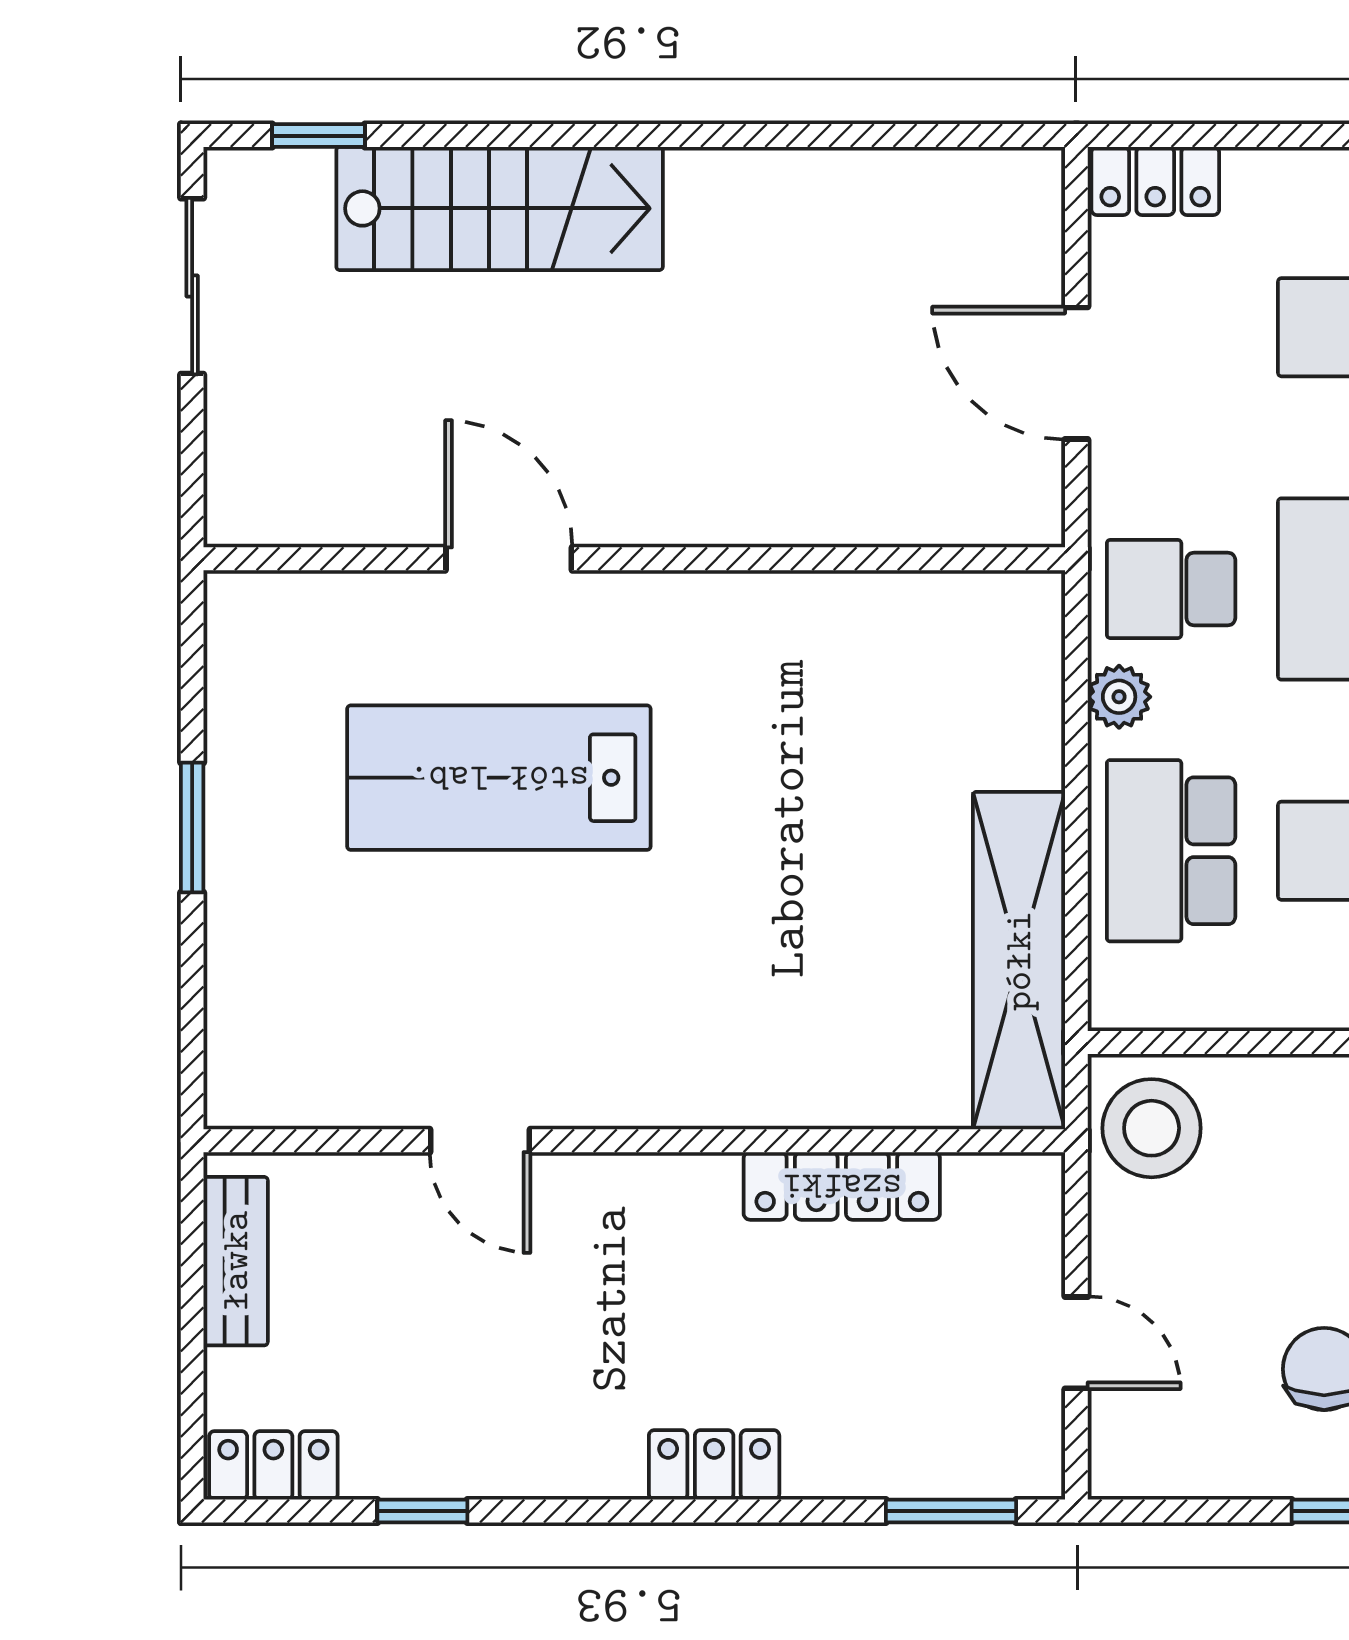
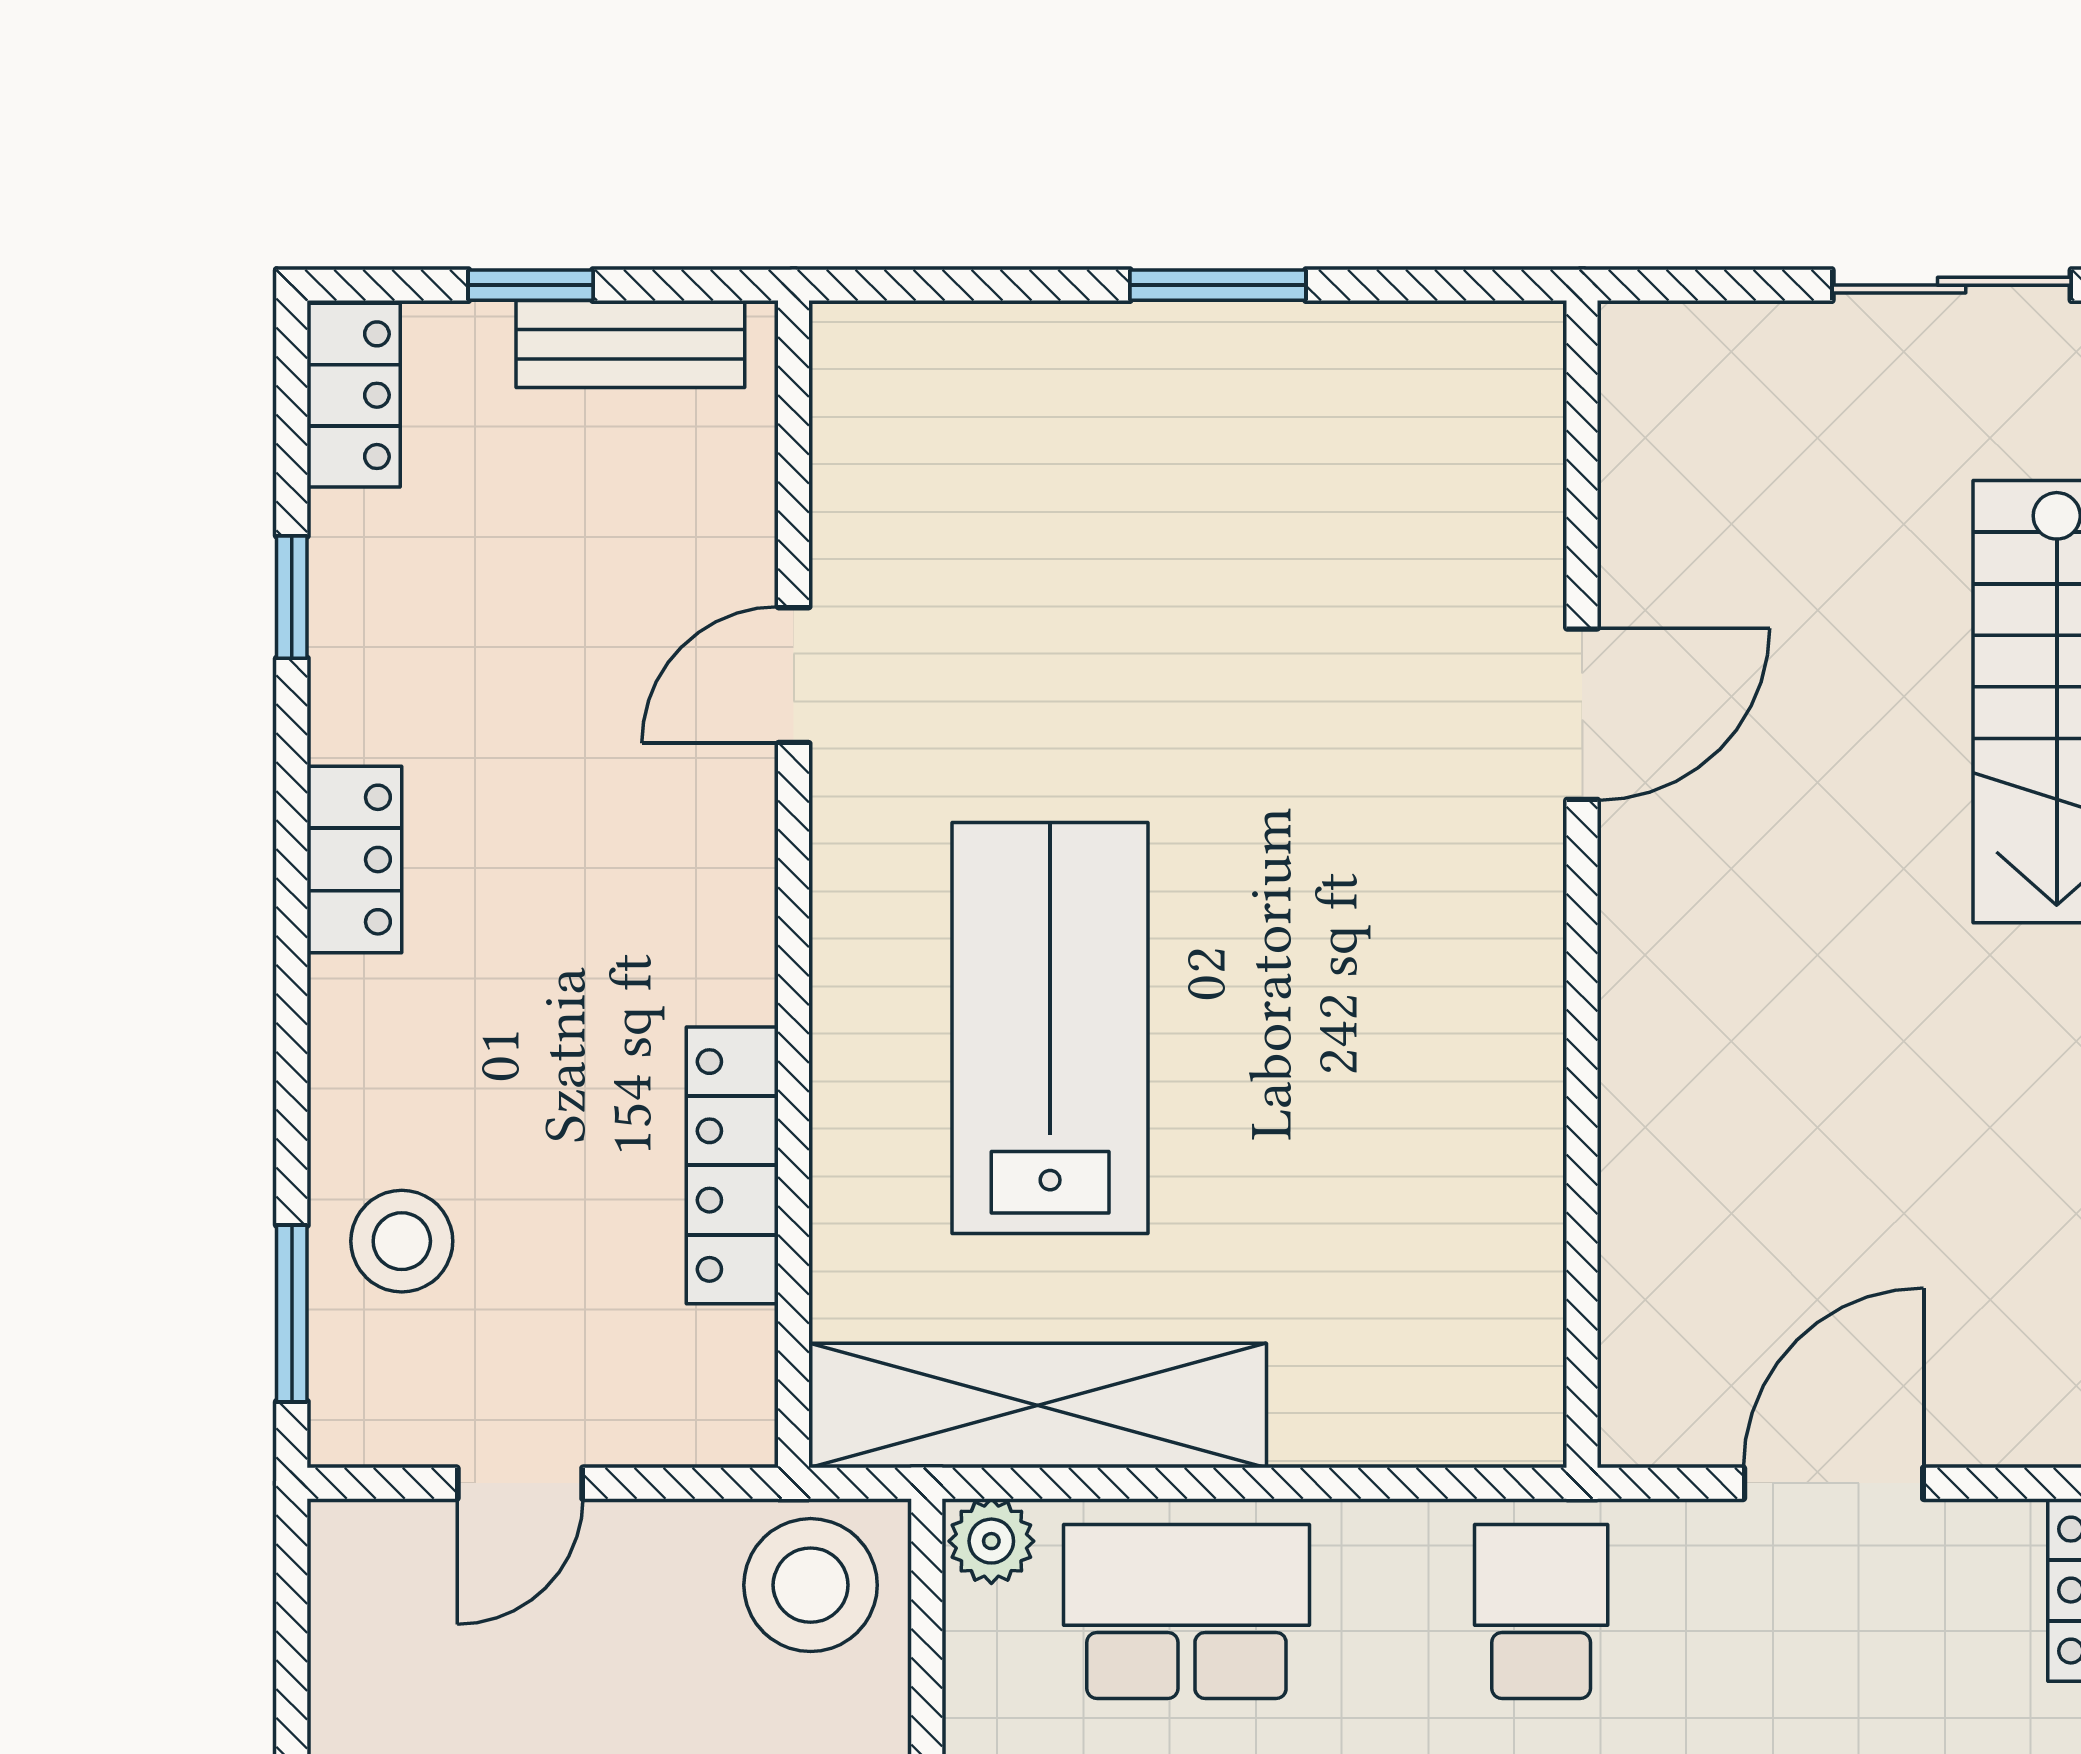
plant: (1119, 697) -> (991, 1541), moved
lab bench: (499, 778) -> (1050, 1028), moved
window: (192, 1335) -> (531, 285), added
stool: (898, 1430) -> (402, 1241), added
locker: (714, 1465) -> (354, 860), moved

